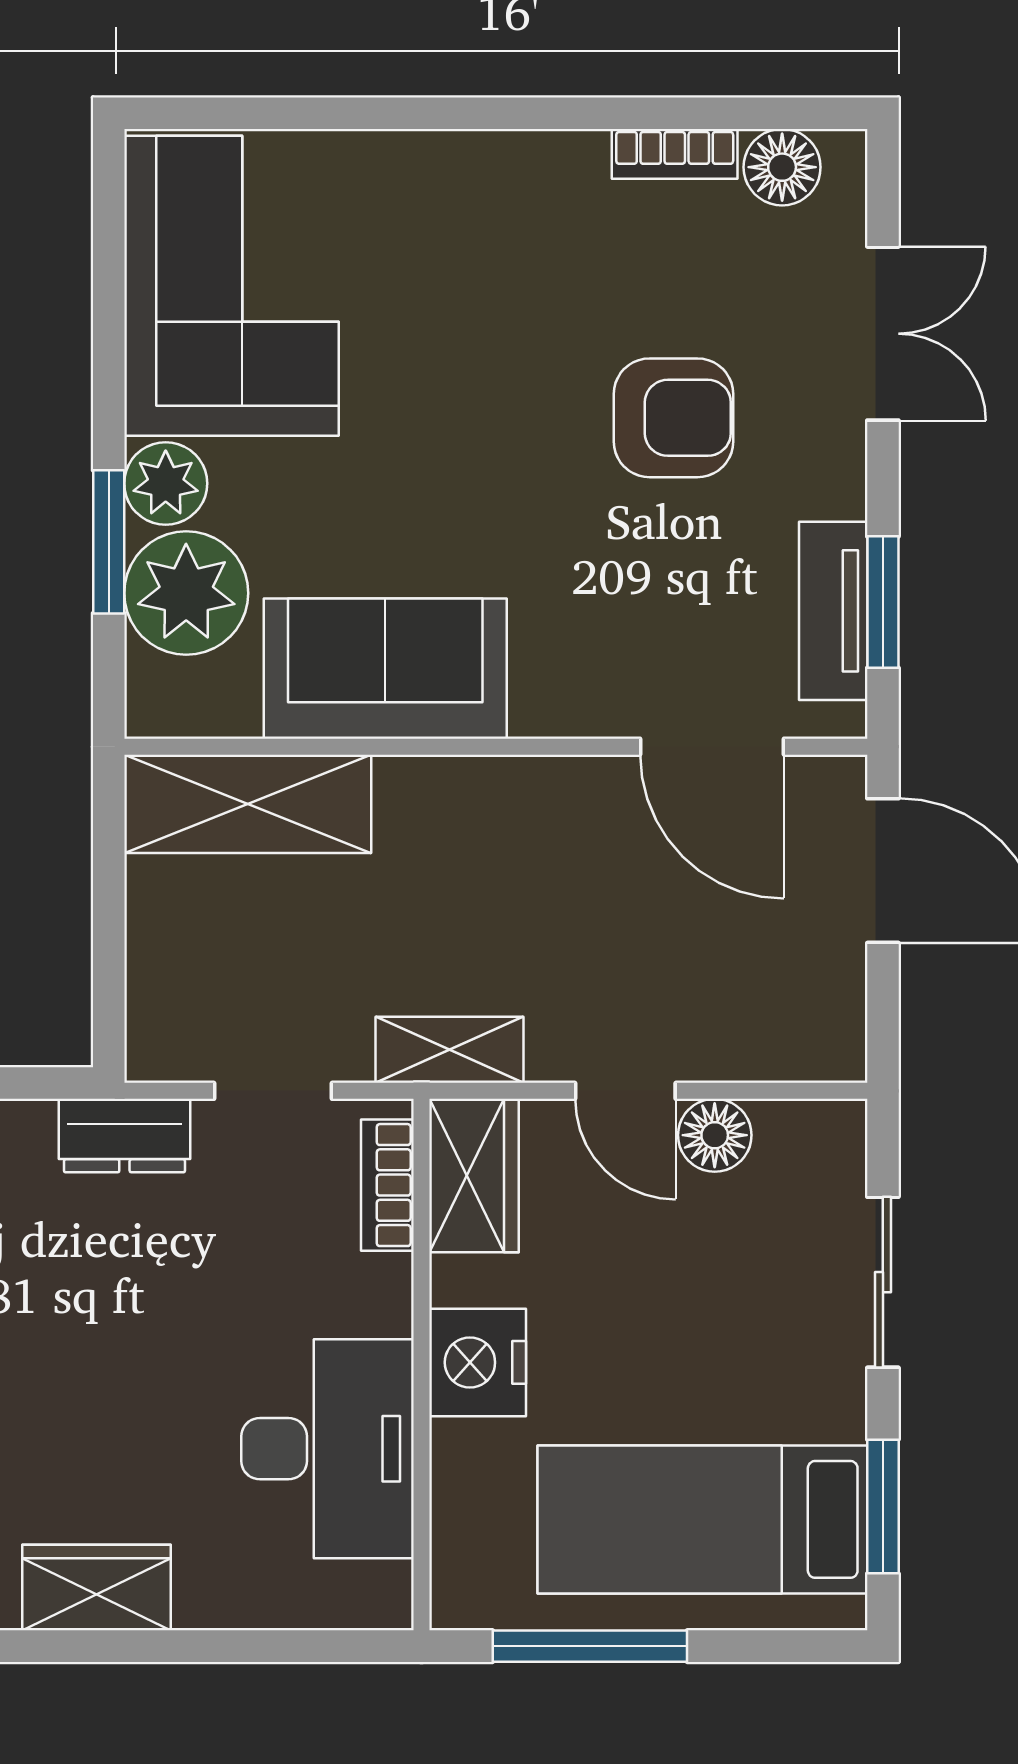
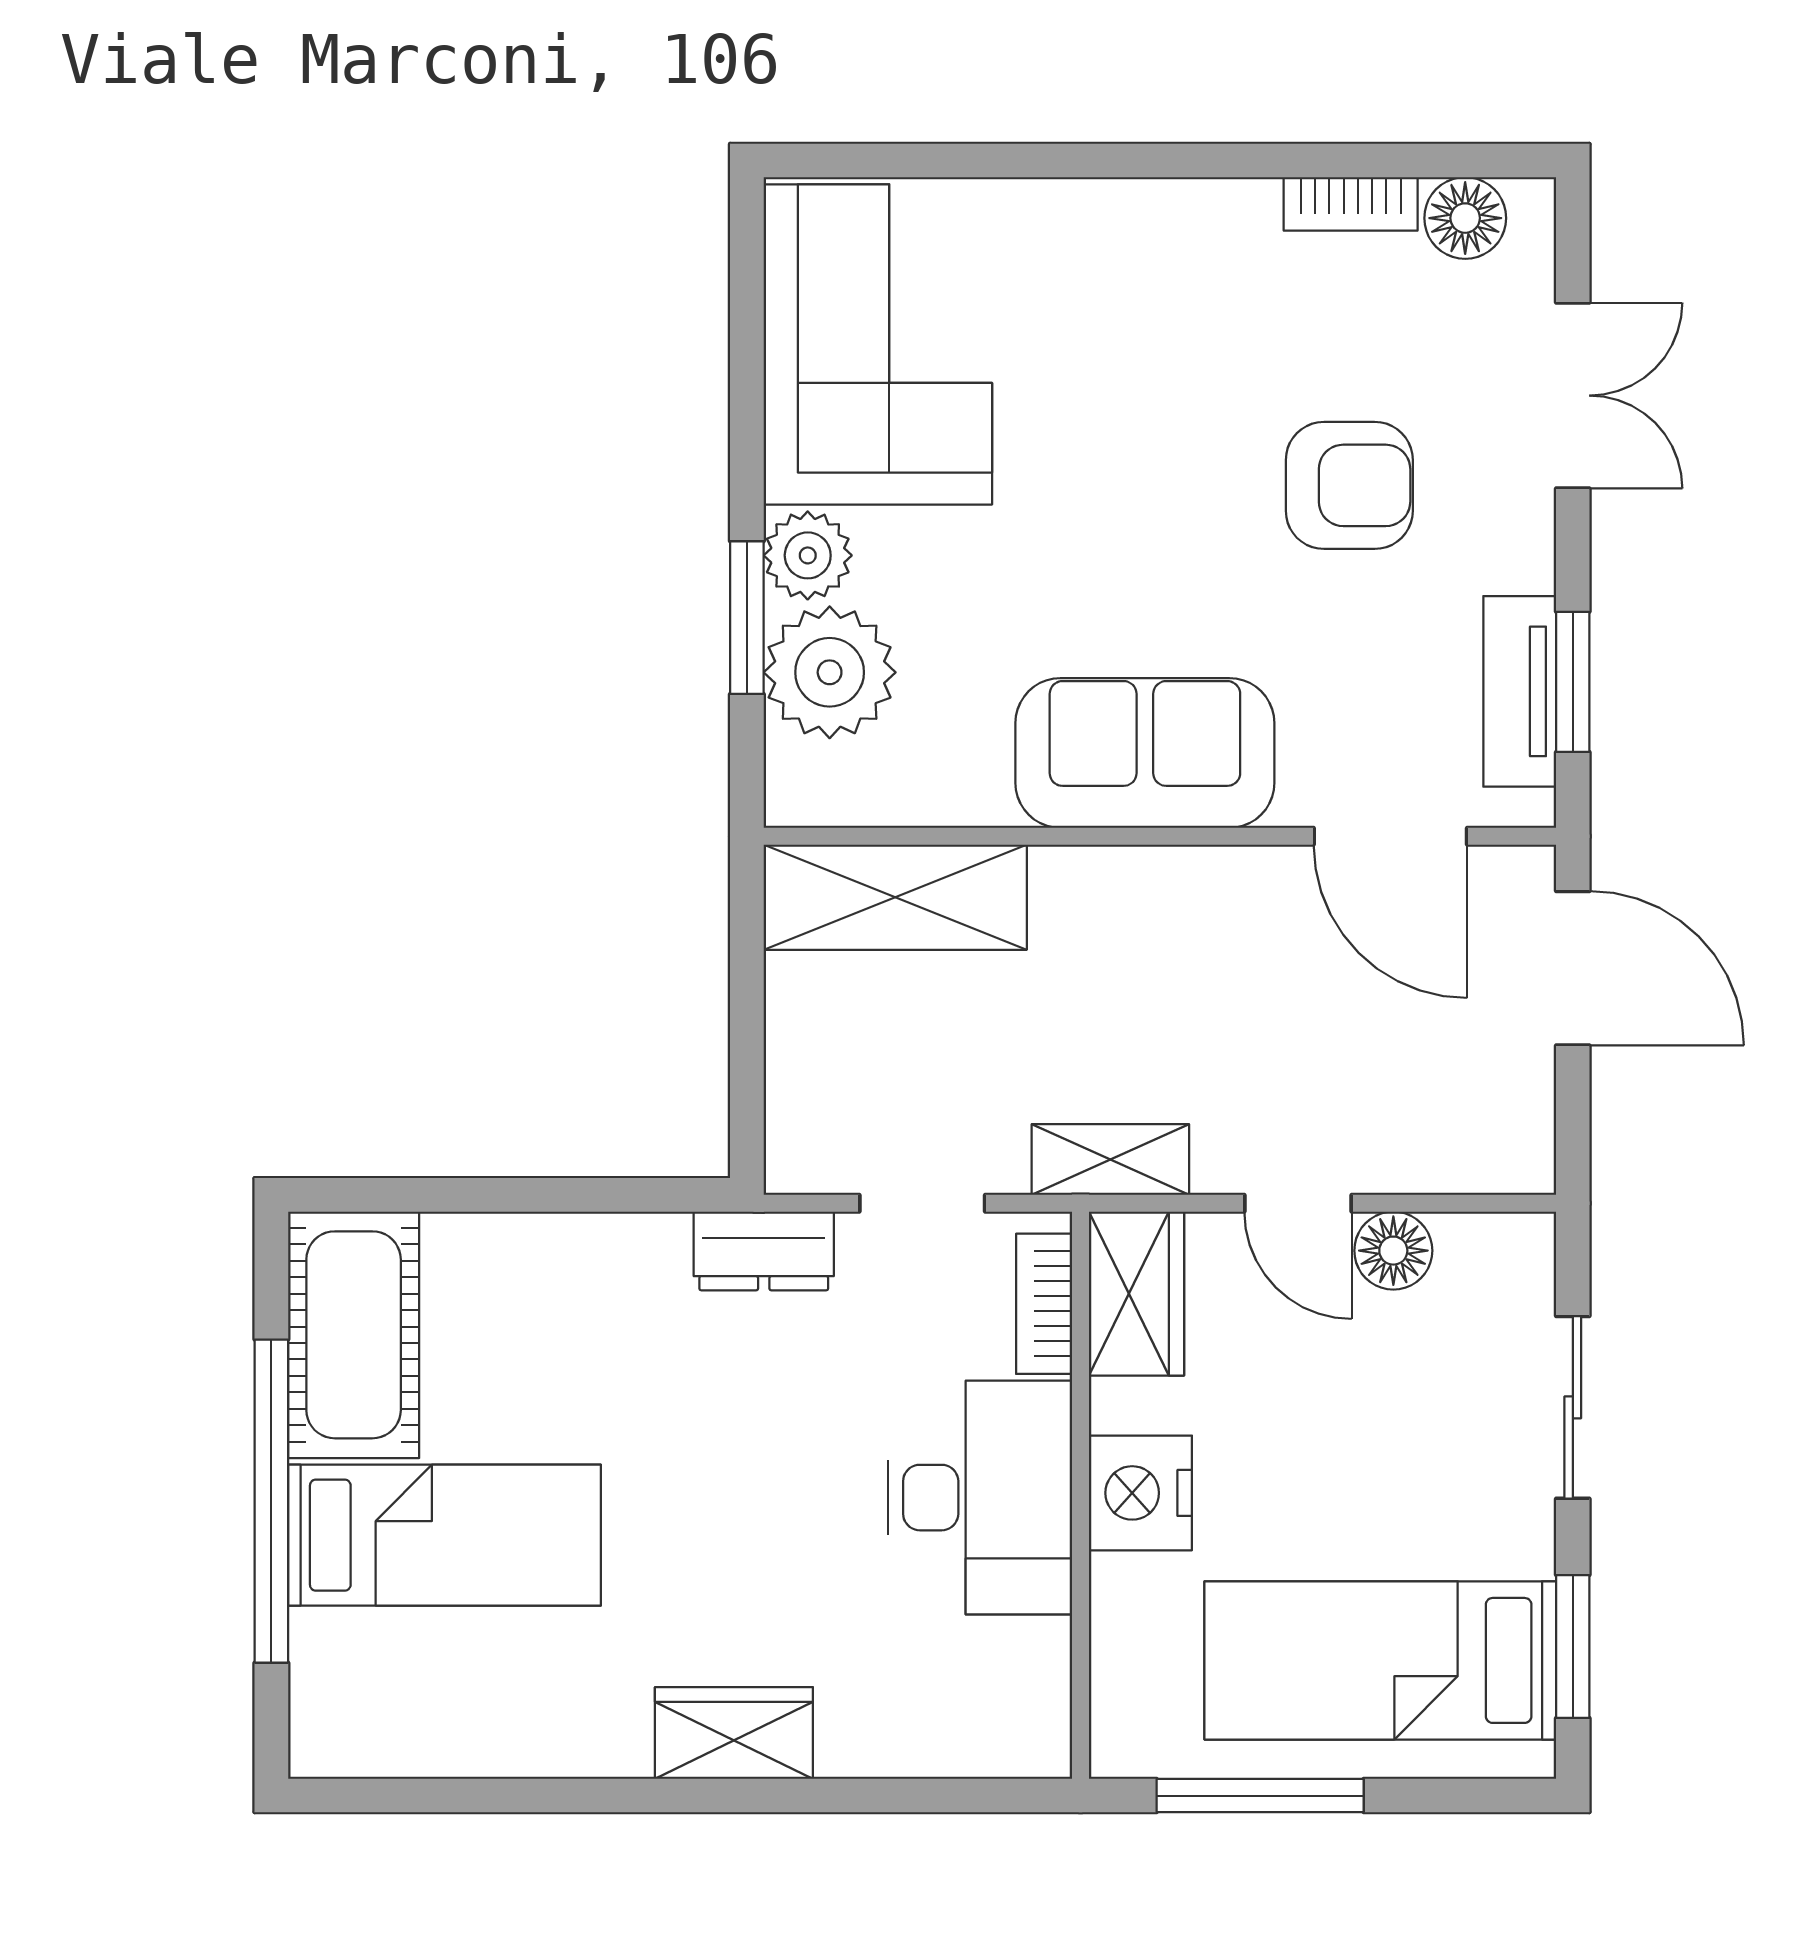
sofa: (385, 669) -> (1145, 753), moved
desk: (328, 1449) -> (980, 1498), moved

